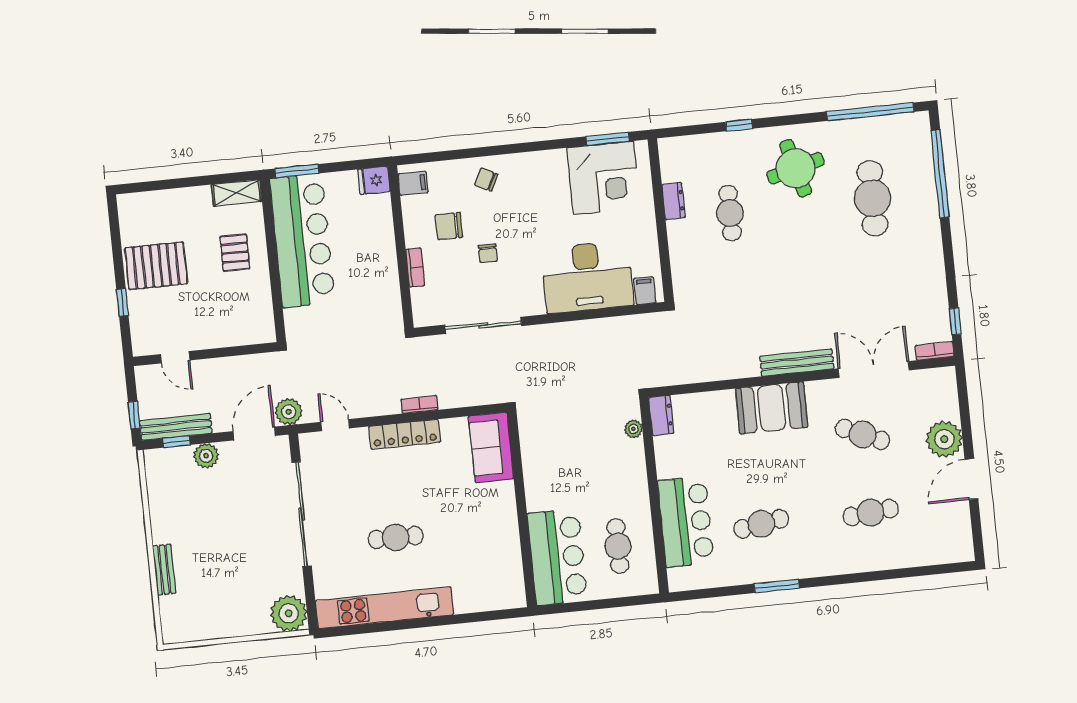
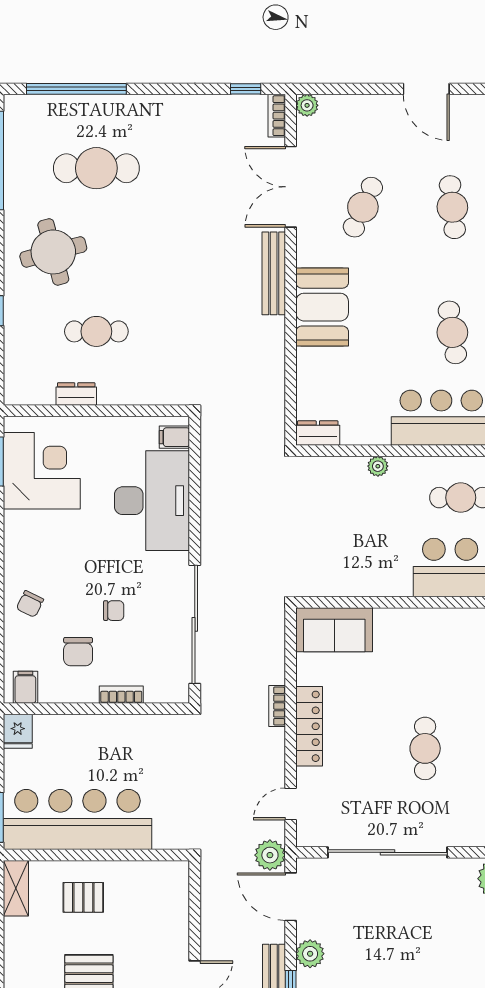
sliding door: (483, 325) -> (195, 624), width x1.36
plant: (633, 429) -> (378, 466), moved
plant: (944, 439) -> (307, 105), moved, width x0.53, depth x0.53

